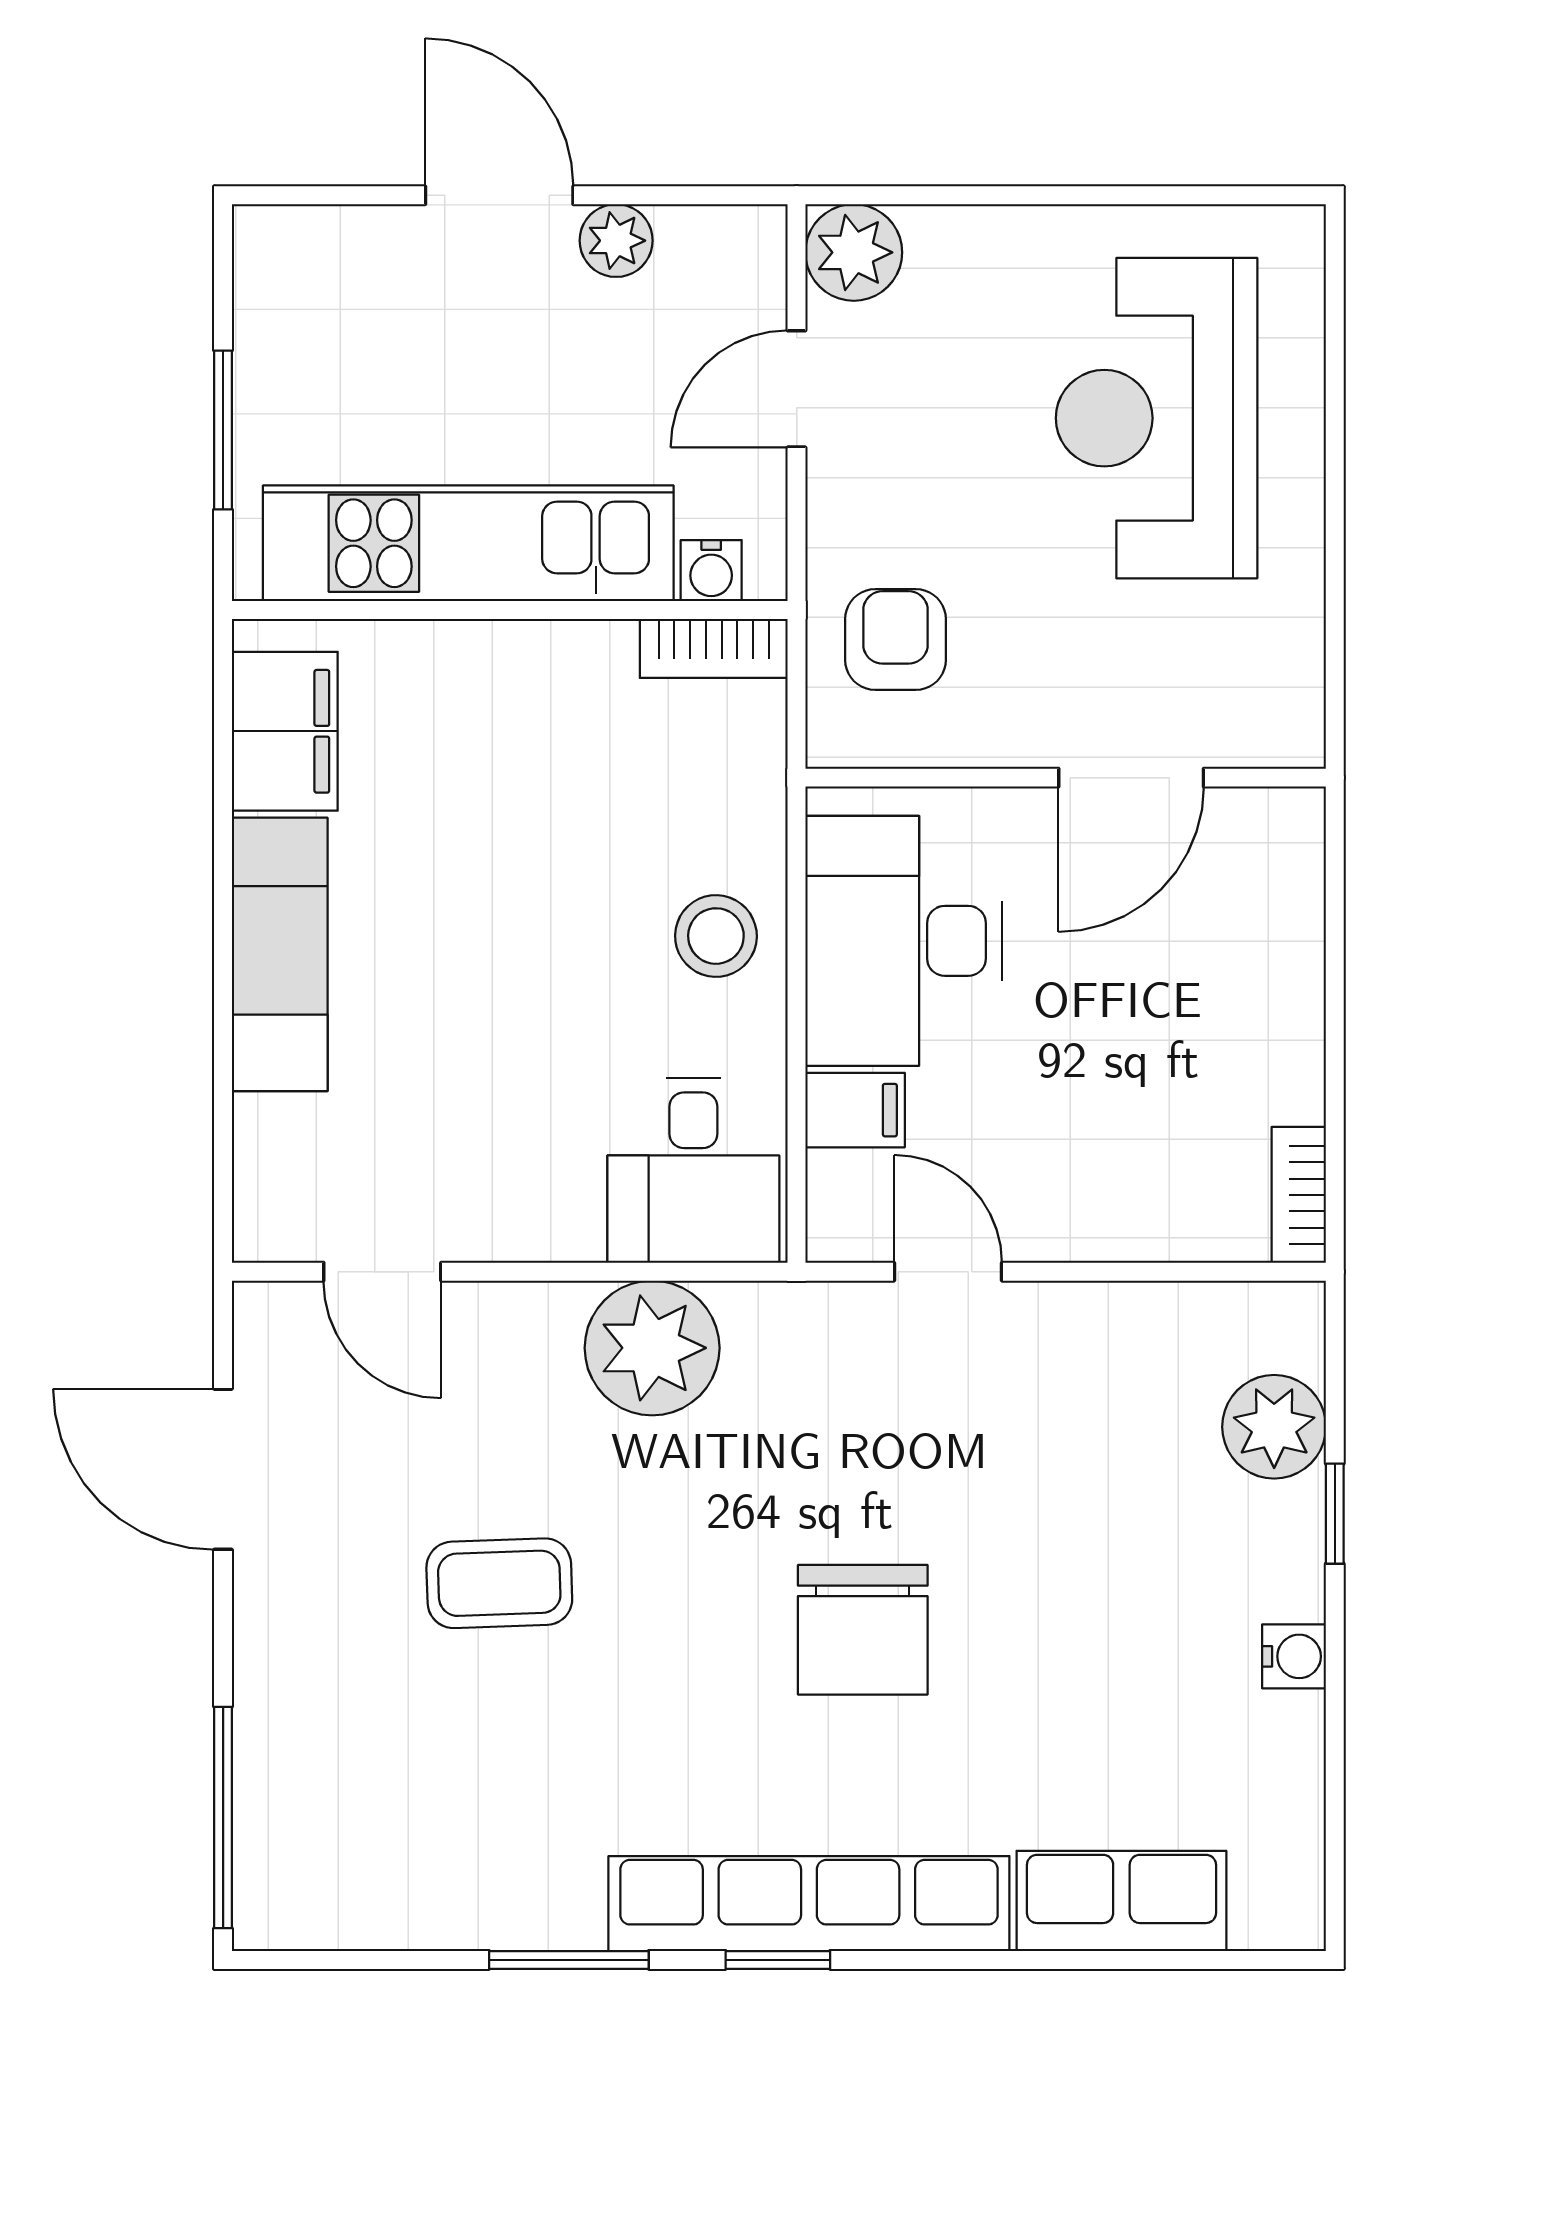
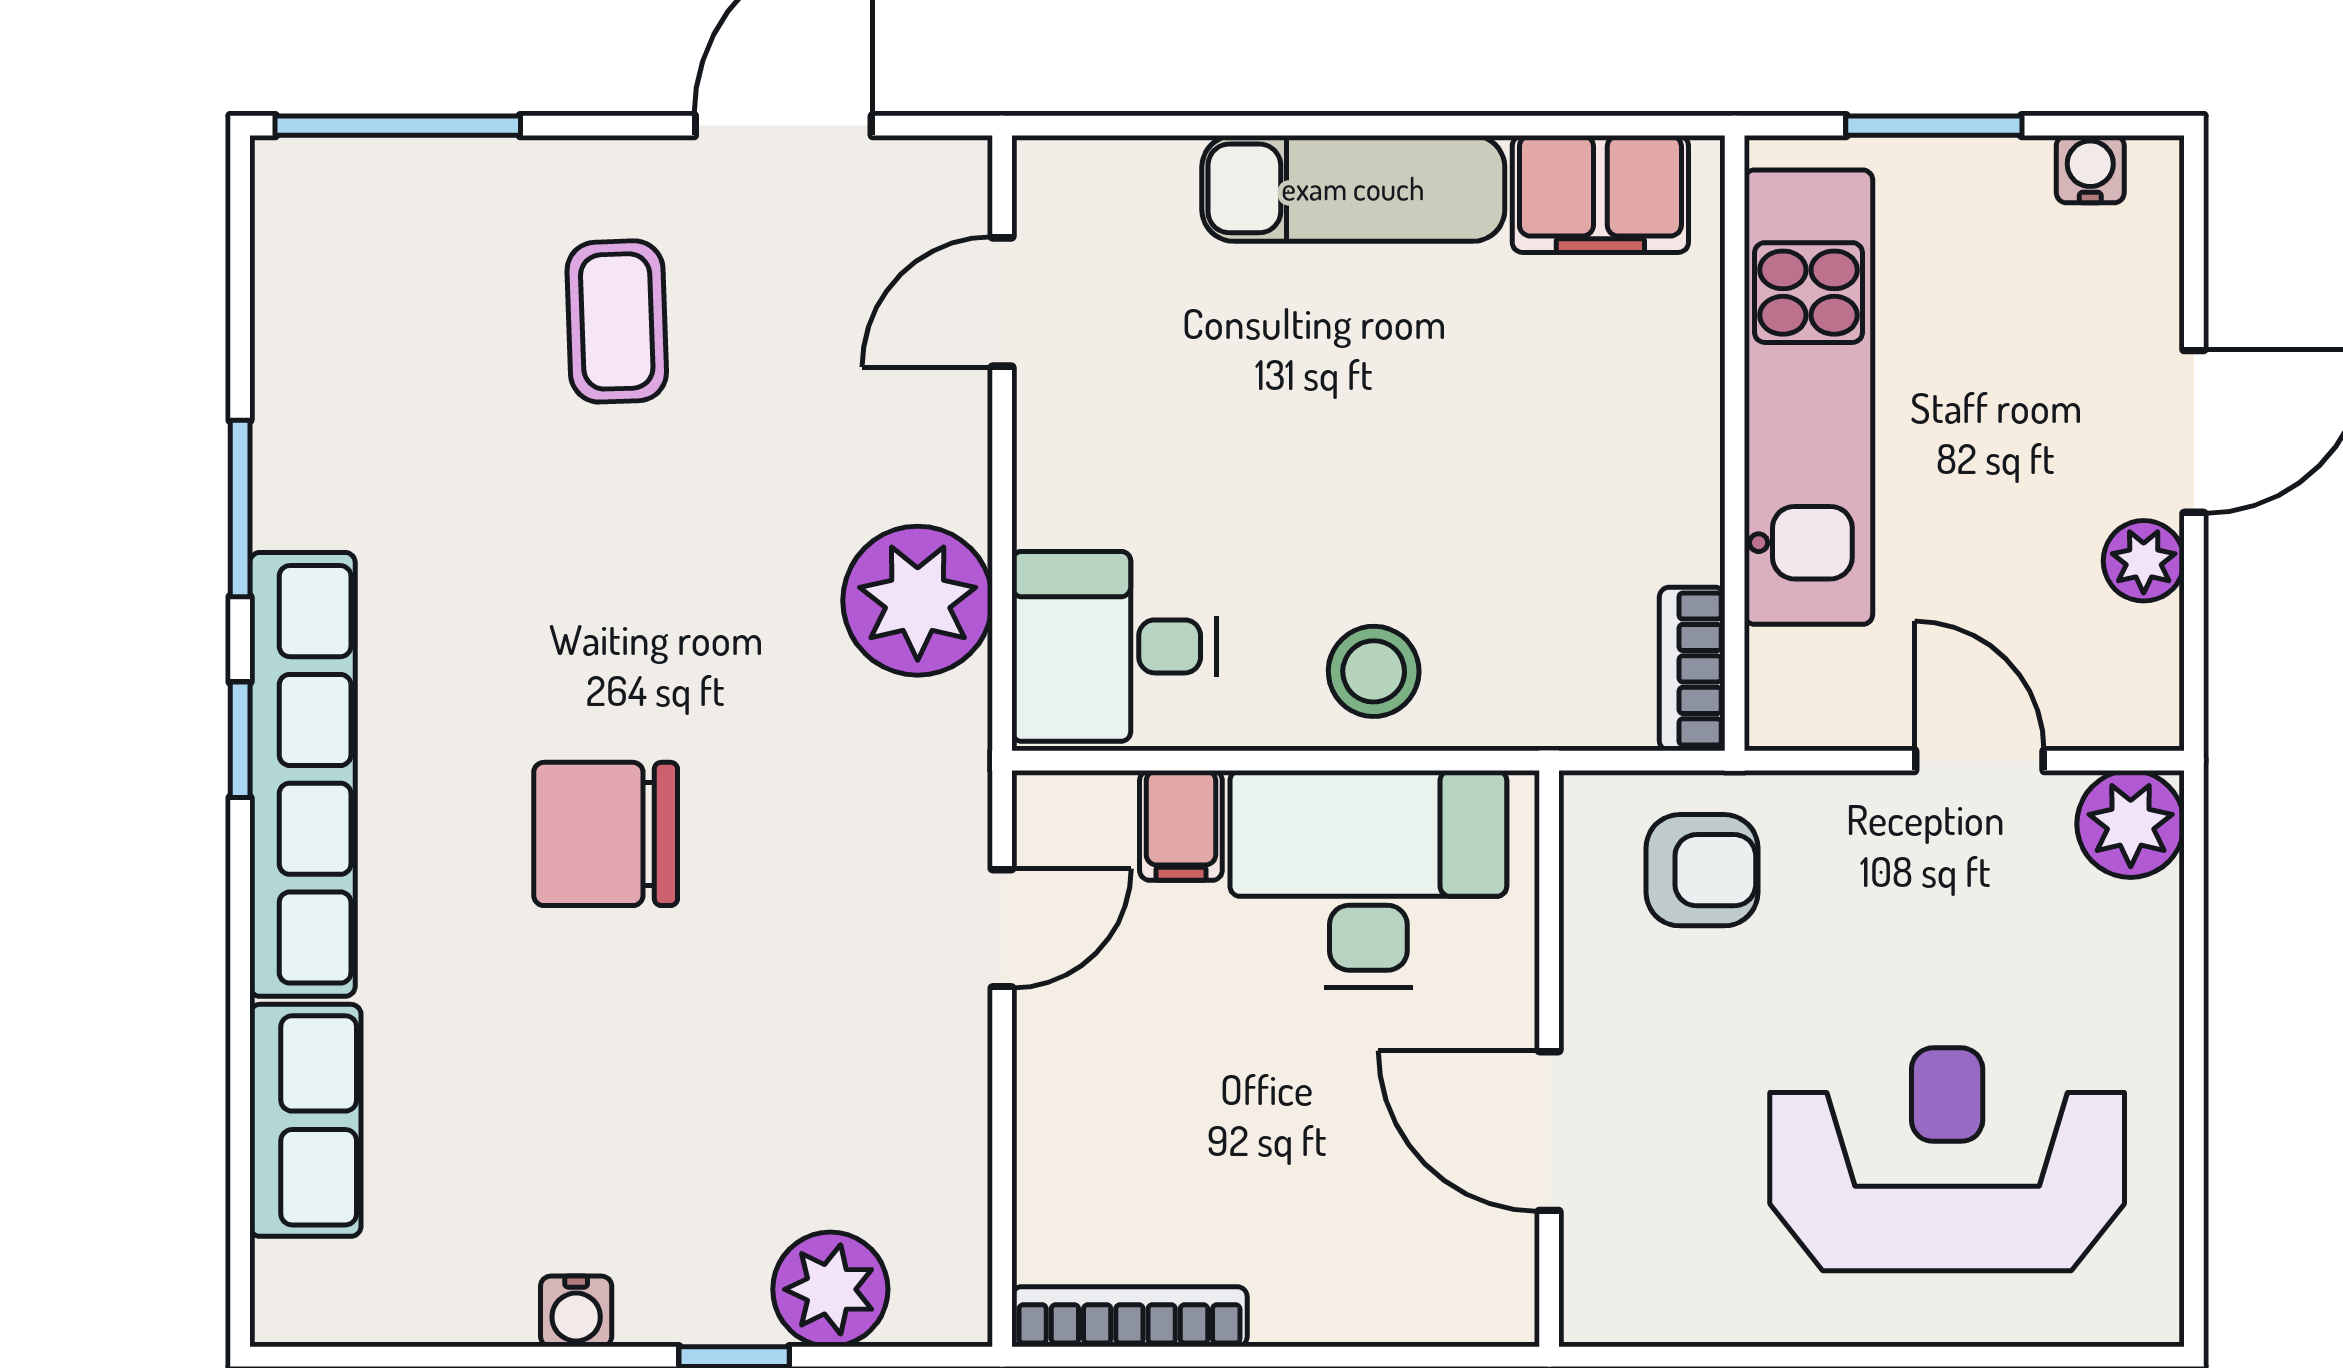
water cooler: (711, 571) -> (2090, 169), moved, turned 90
bookcase: (1299, 1195) -> (1129, 1317), width x1.56
coffee table: (499, 1583) -> (617, 321), moved

